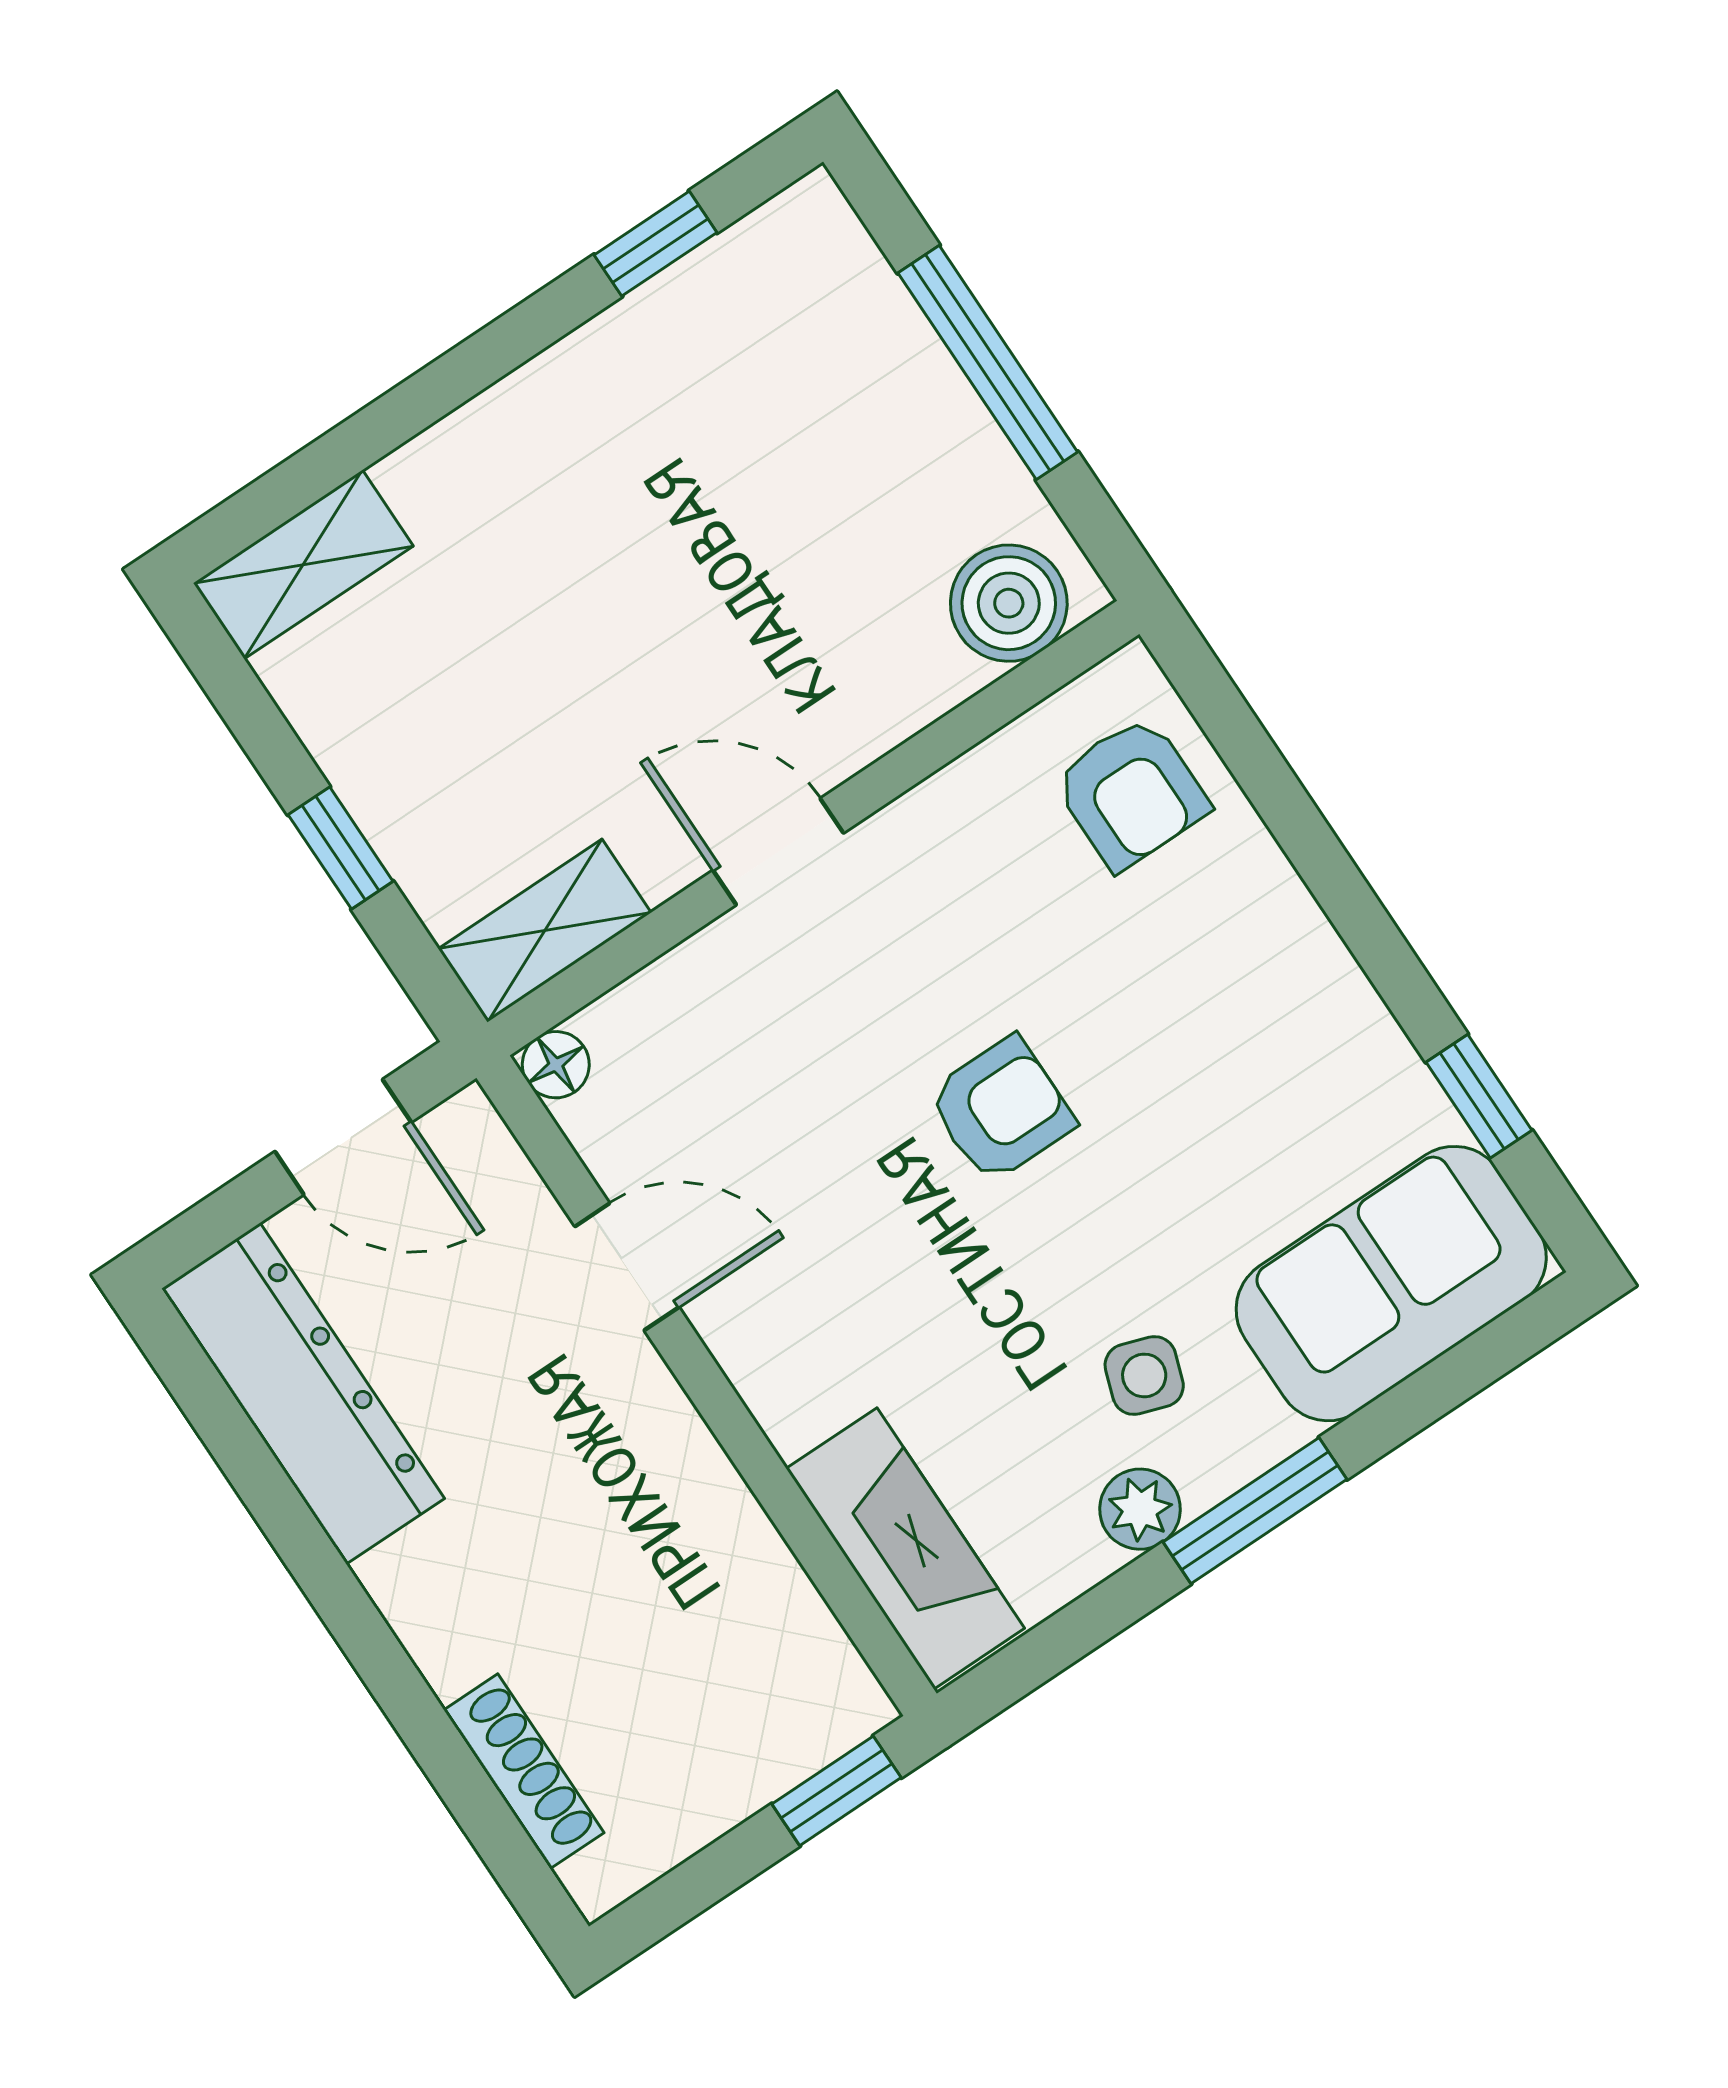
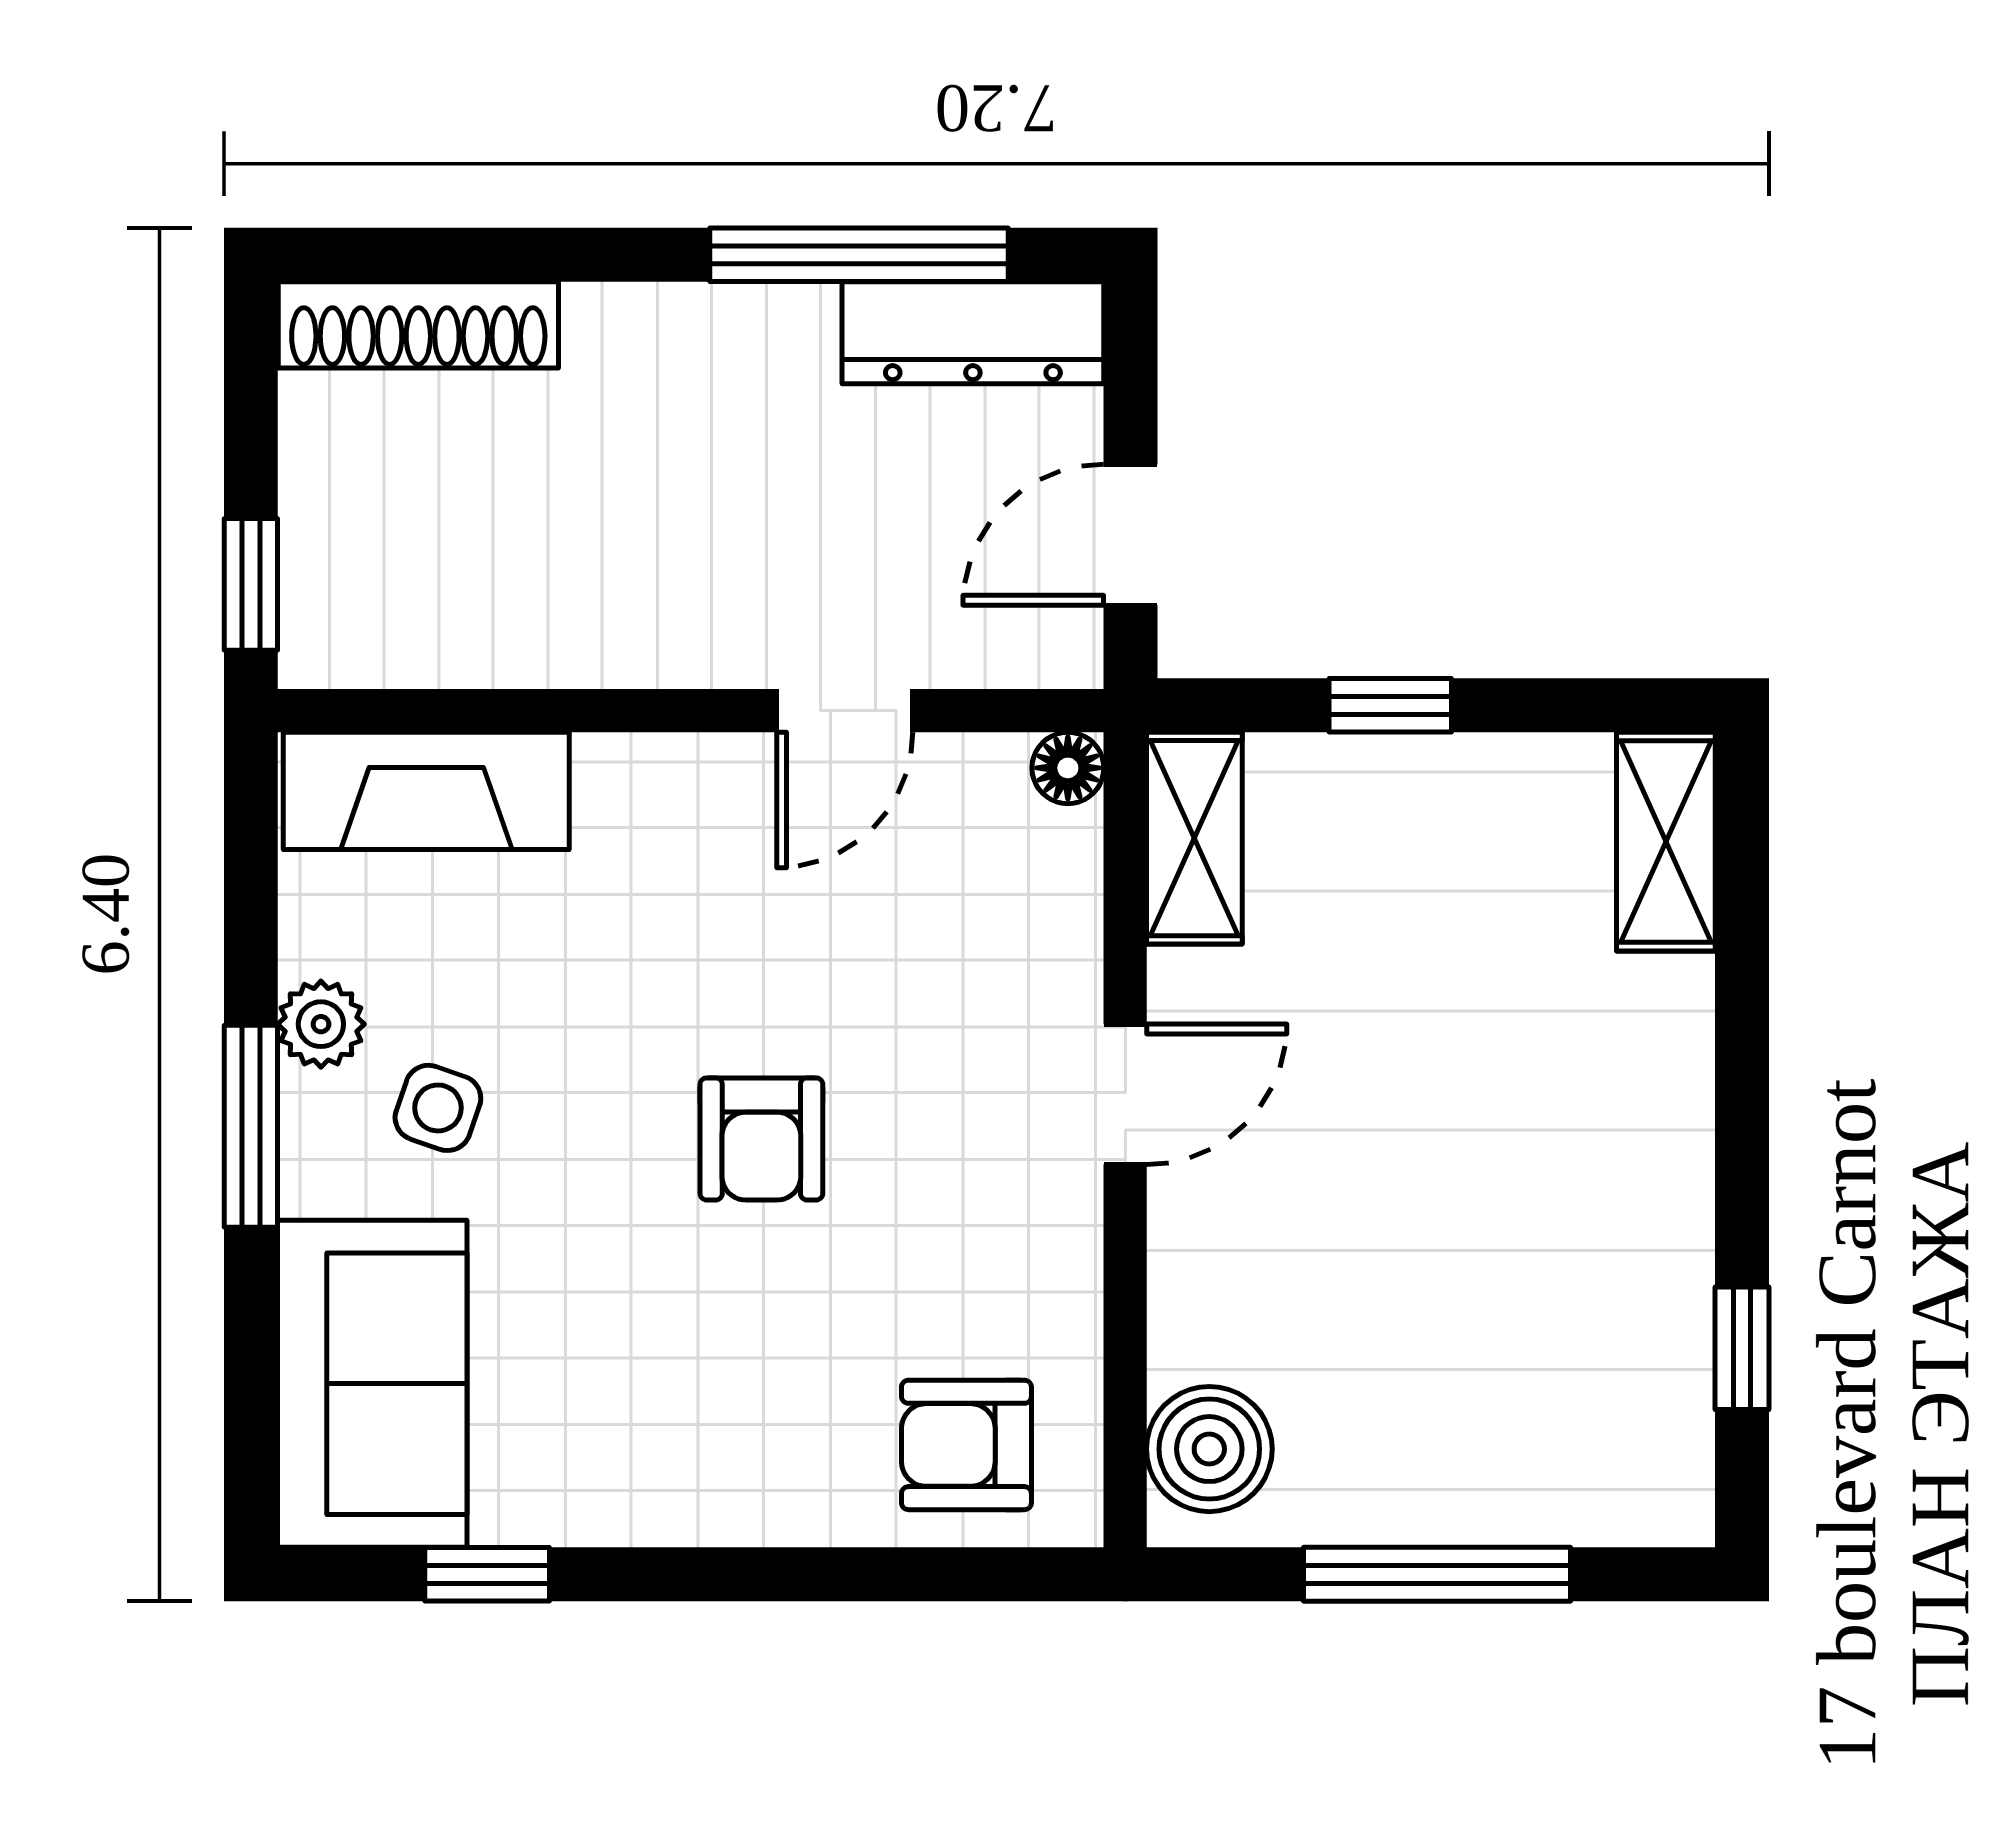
dresser: (303, 1394) -> (973, 333), width x0.73, depth x0.80
window: (267, 1491) -> (859, 255), added
shoe rack: (524, 1771) -> (418, 325), width x1.36, depth x1.24

